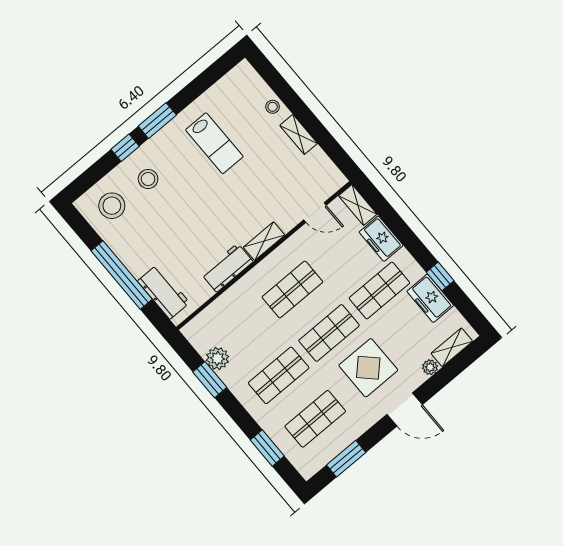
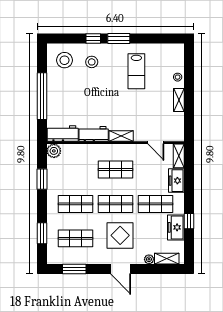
workbench: (164, 292) -> (63, 134), moved, turned -90
plant: (218, 358) -> (54, 151), moved

